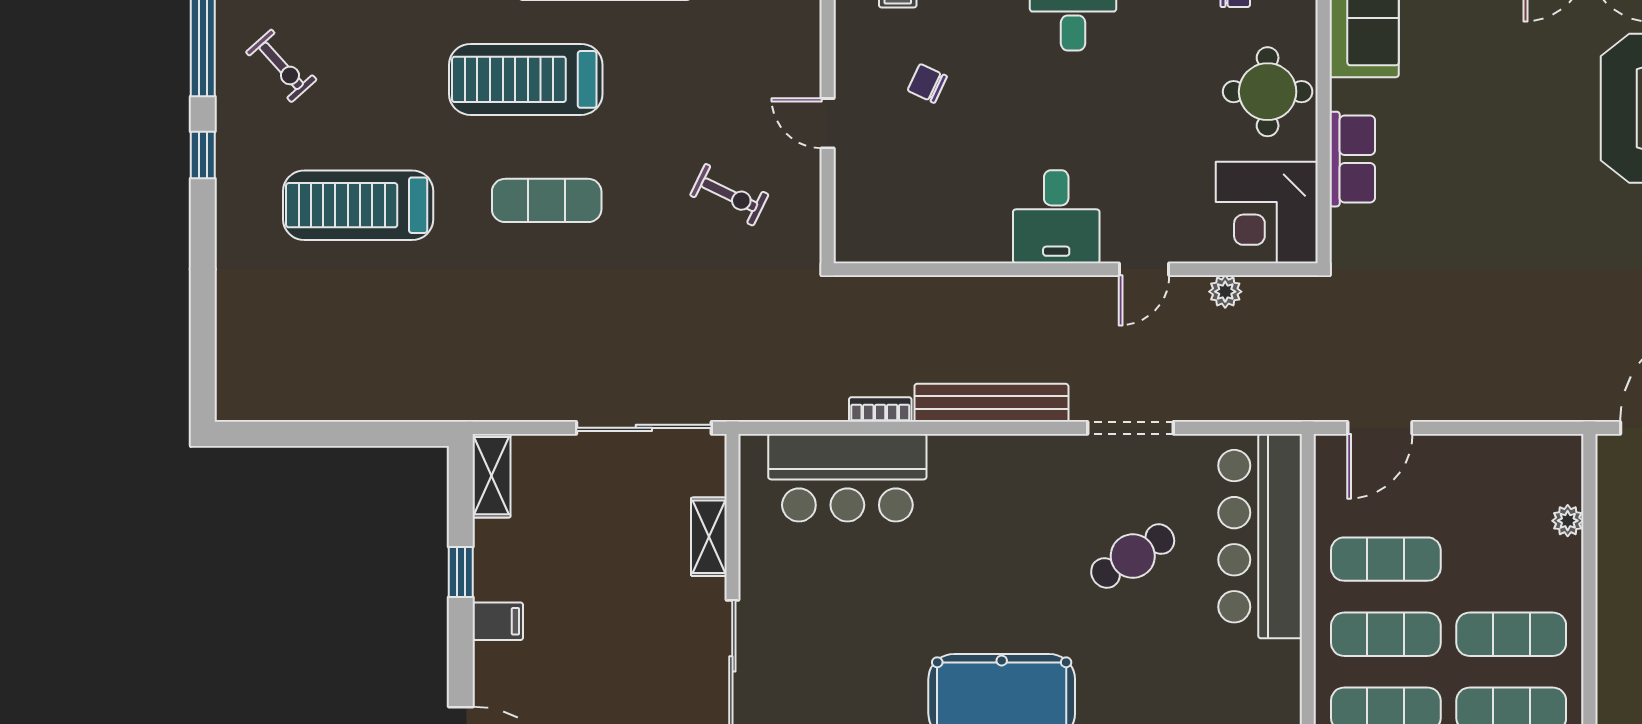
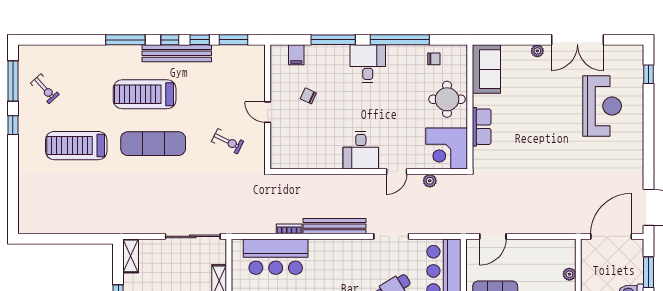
exercise mat: (547, 200) -> (153, 144), width x1.36, depth x1.45

